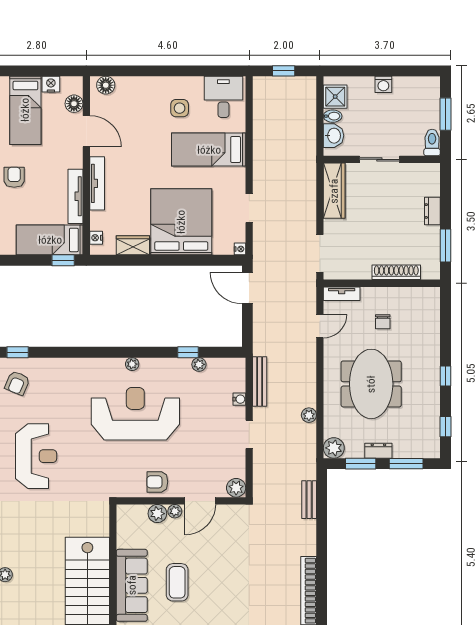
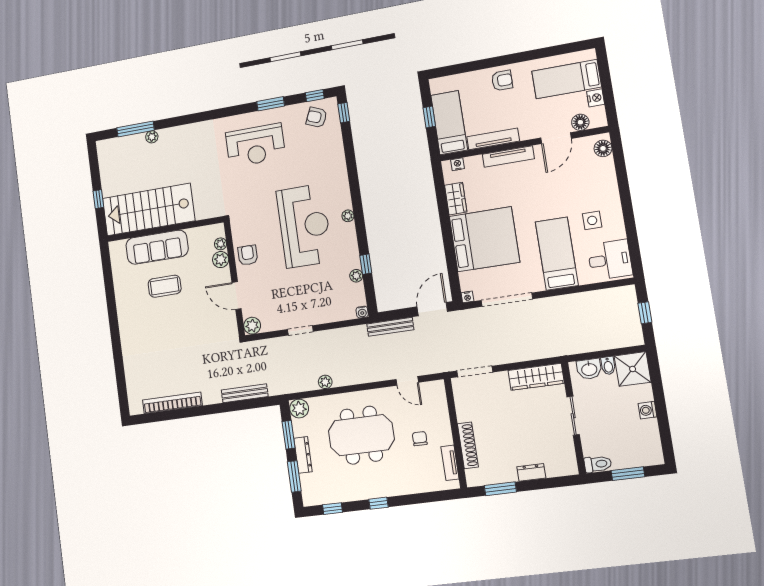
shower: (335, 97) -> (633, 369), width x1.36, depth x1.36
doorway: (249, 208) -> (507, 300), width x1.88
window: (63, 260) -> (429, 117), moved
tv unit: (342, 294) -> (450, 463), moved
chair: (383, 322) -> (420, 439), turned 90
bench: (260, 382) -> (390, 327), moved
water cooler: (239, 399) -> (362, 312), moved
dresser: (378, 451) -> (303, 455), width x1.44
bench: (309, 500) -> (245, 393), width x1.36
plant: (175, 511) -> (221, 244), moved

